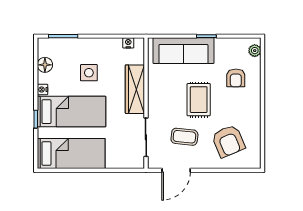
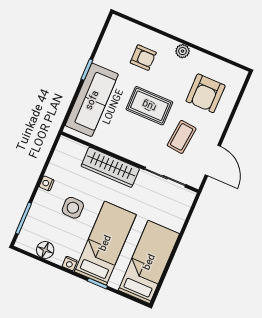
nightstand: (128, 43) -> (47, 183), moved
plant: (255, 51) -> (183, 51), moved
armchair: (228, 141) -> (206, 93), turned 113

